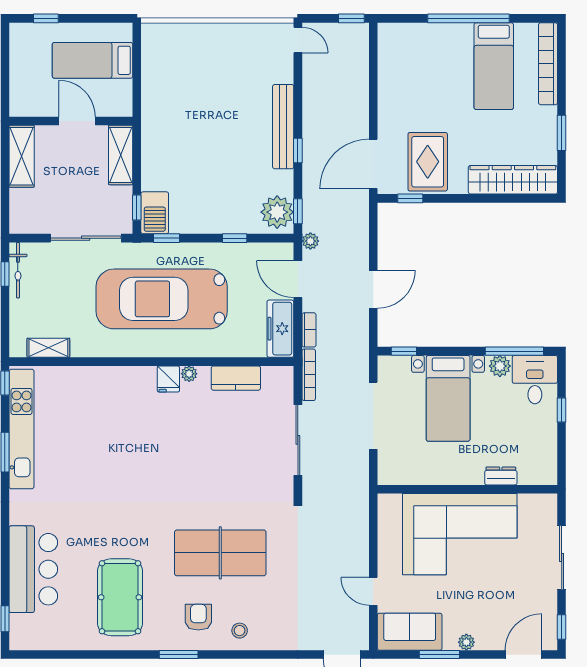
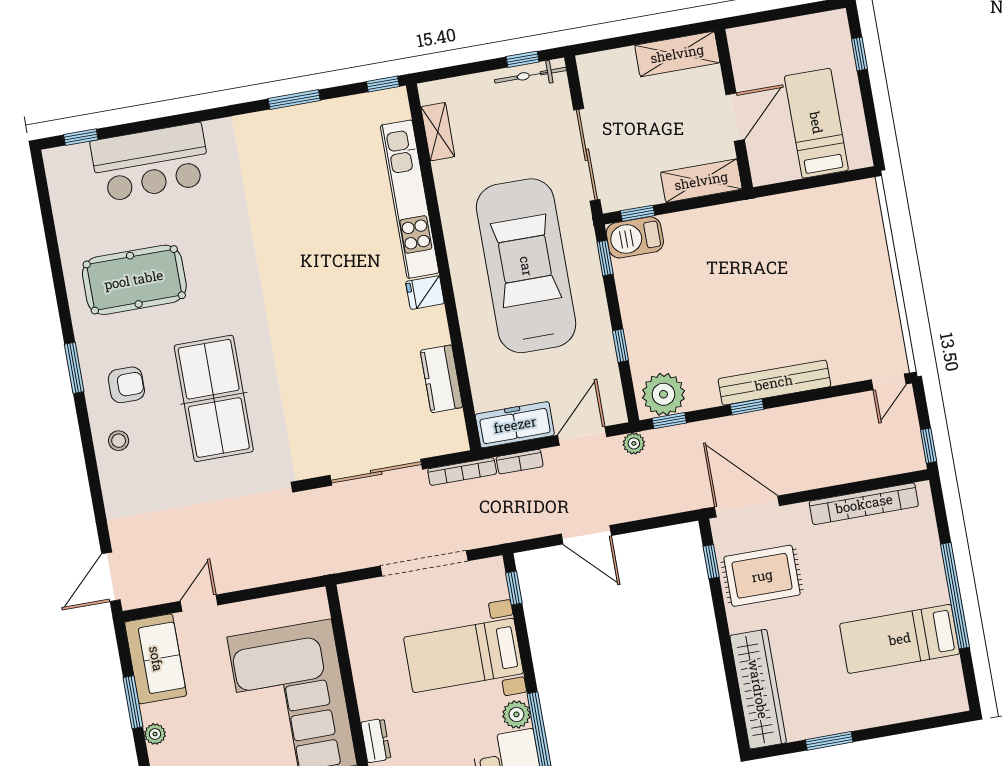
bookcase: (548, 64) -> (864, 504), moved, turned 180
plant: (189, 374) -> (436, 318), removed
kitchen unit: (22, 429) -> (410, 199), moved, turned 90

